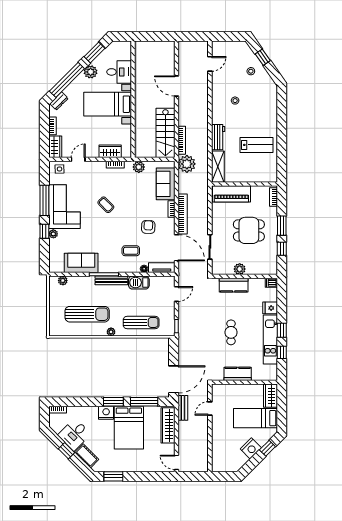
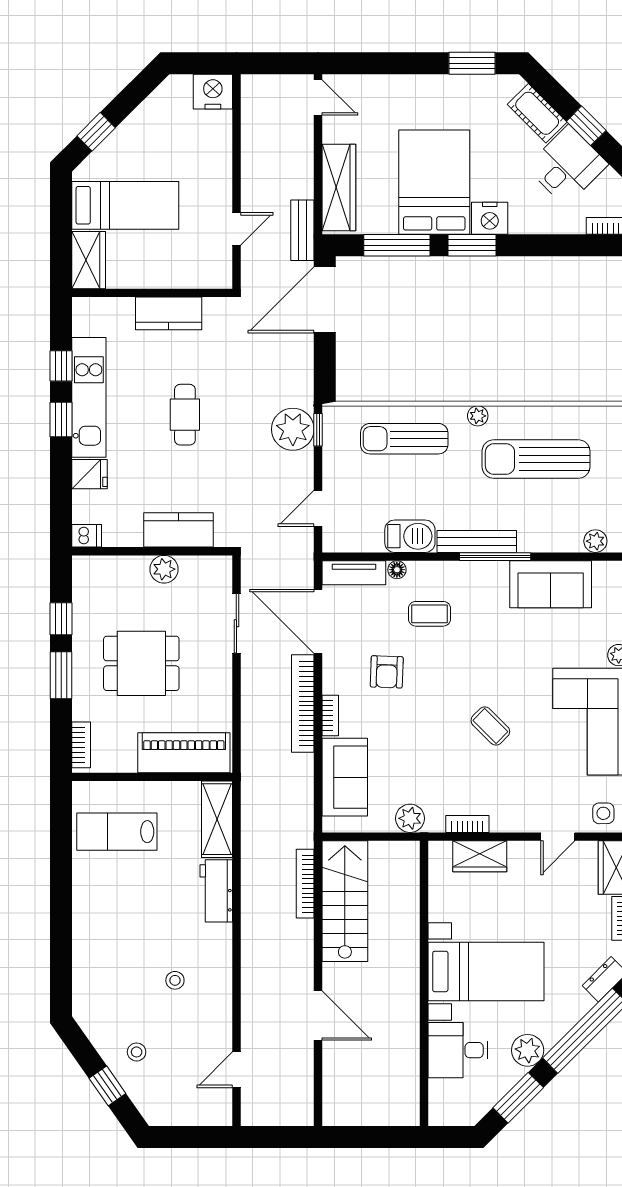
lab bench: (256, 145) -> (117, 832), moved
plant: (187, 164) -> (293, 429), moved
nightstand: (251, 448) -> (213, 92), moved, turned 45

